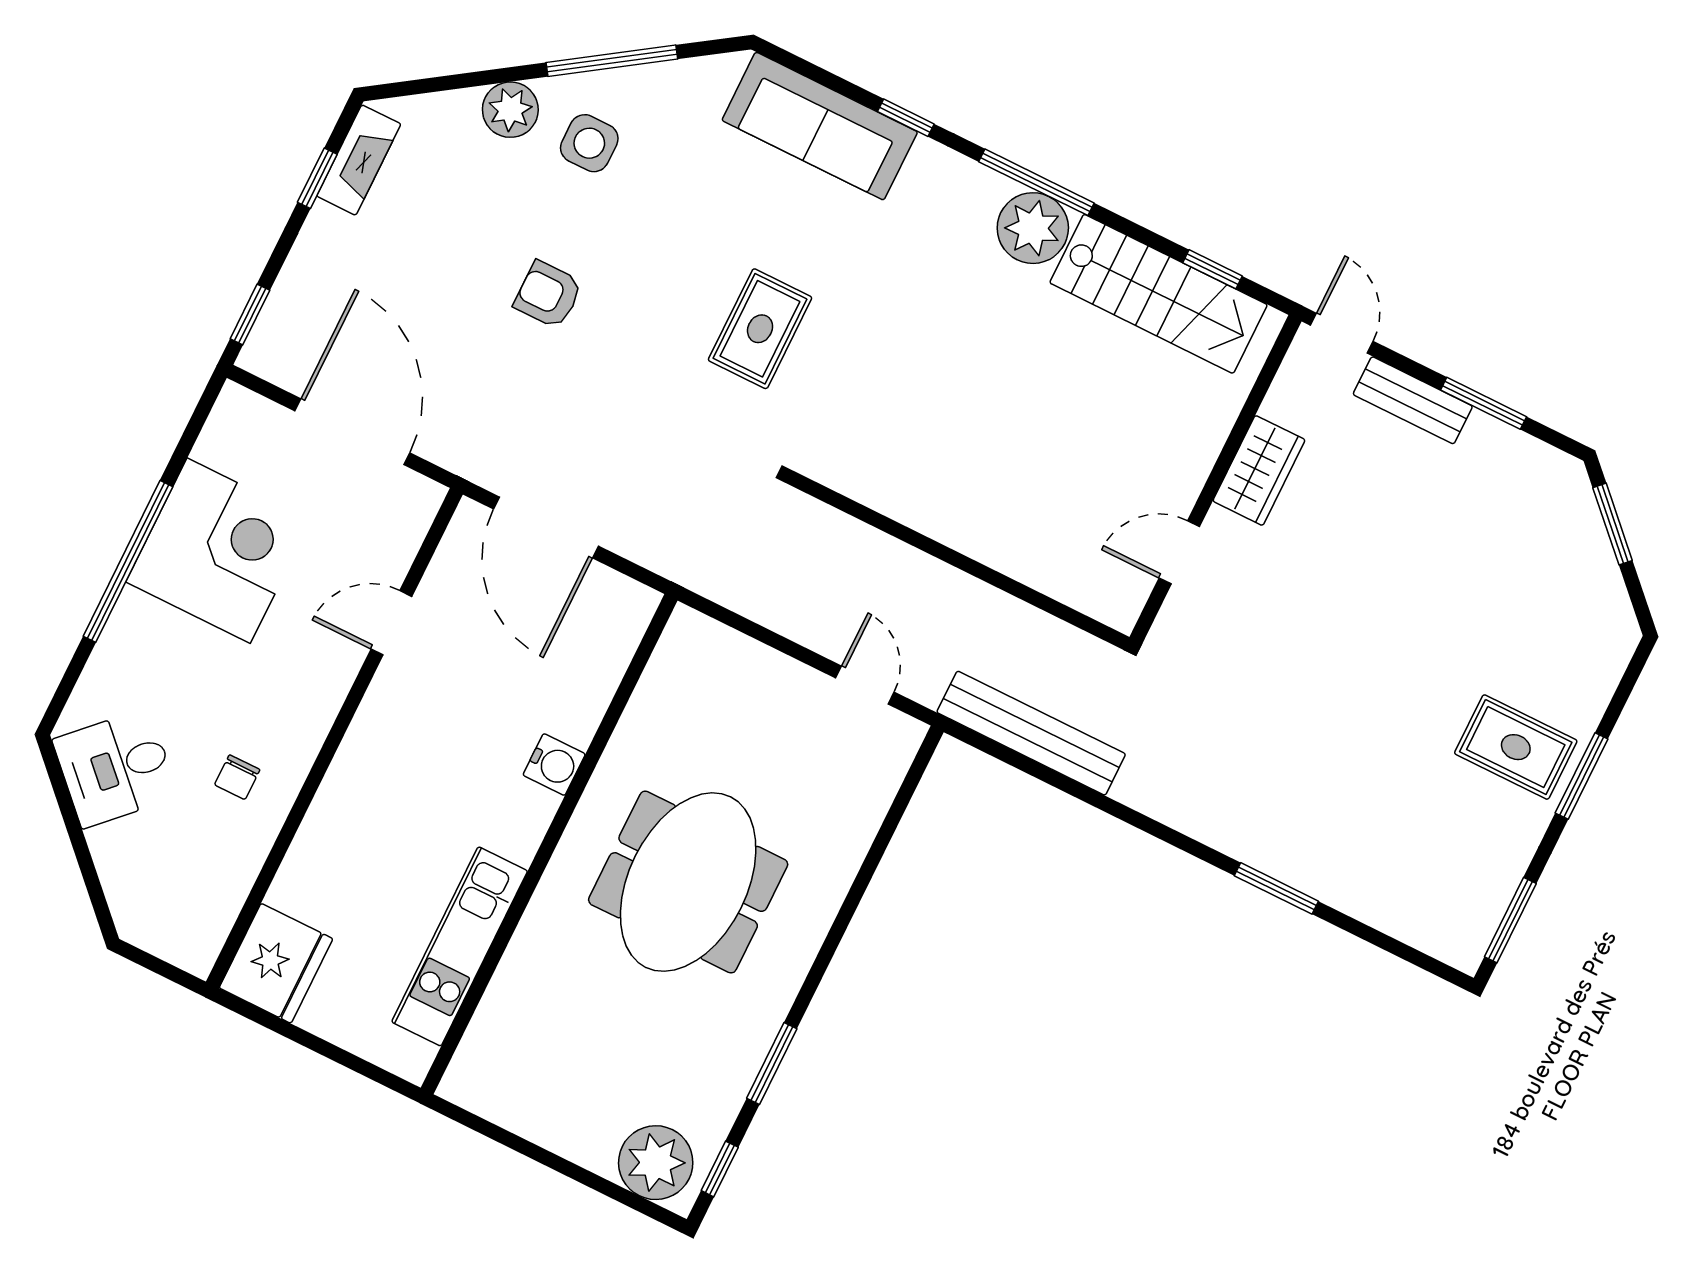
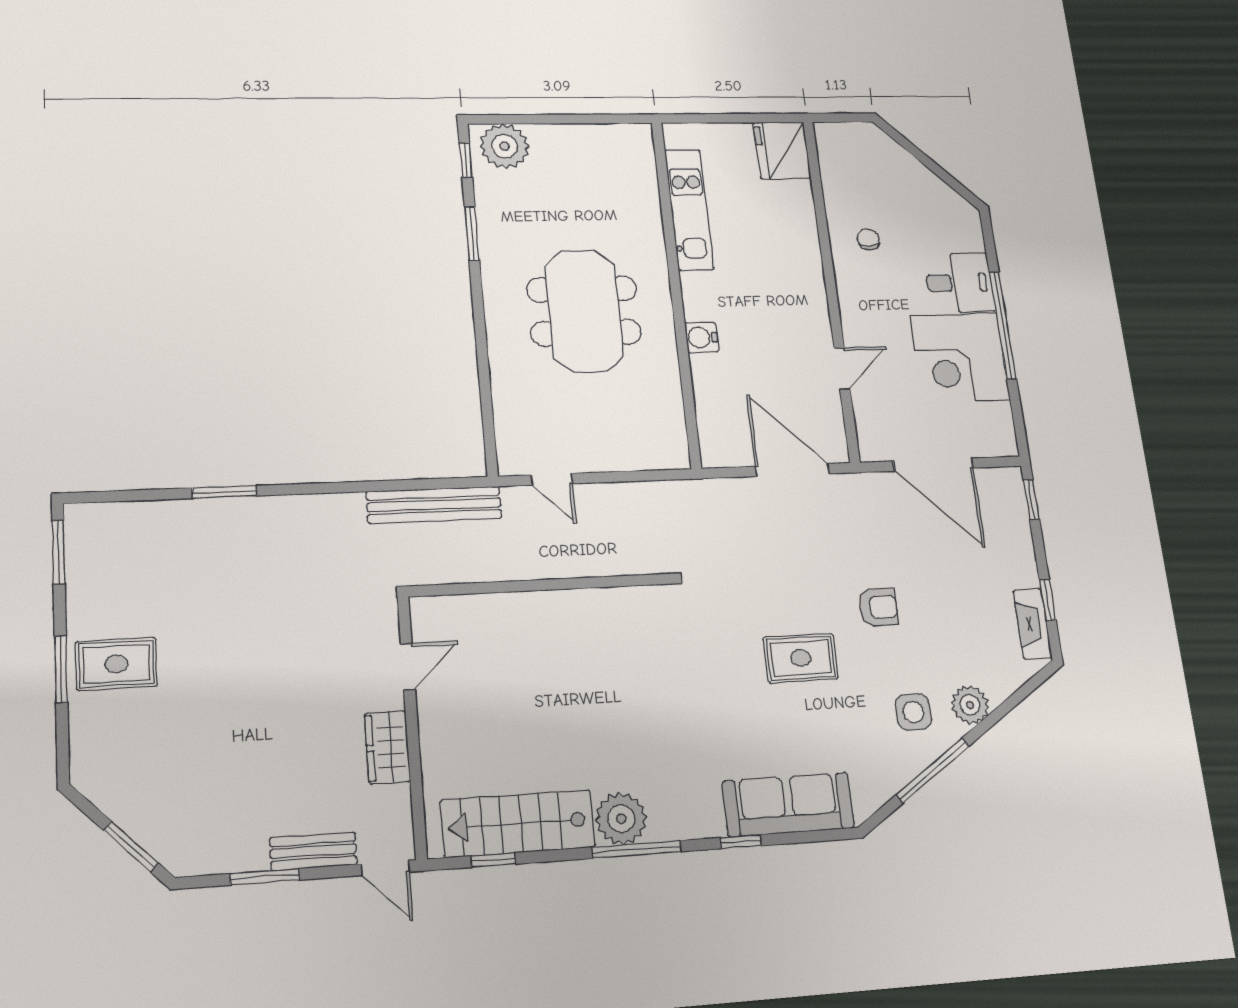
rug: (760, 329) -> (801, 658), moved, turned 90
desk: (116, 768) -> (959, 283), moved, turned 45

